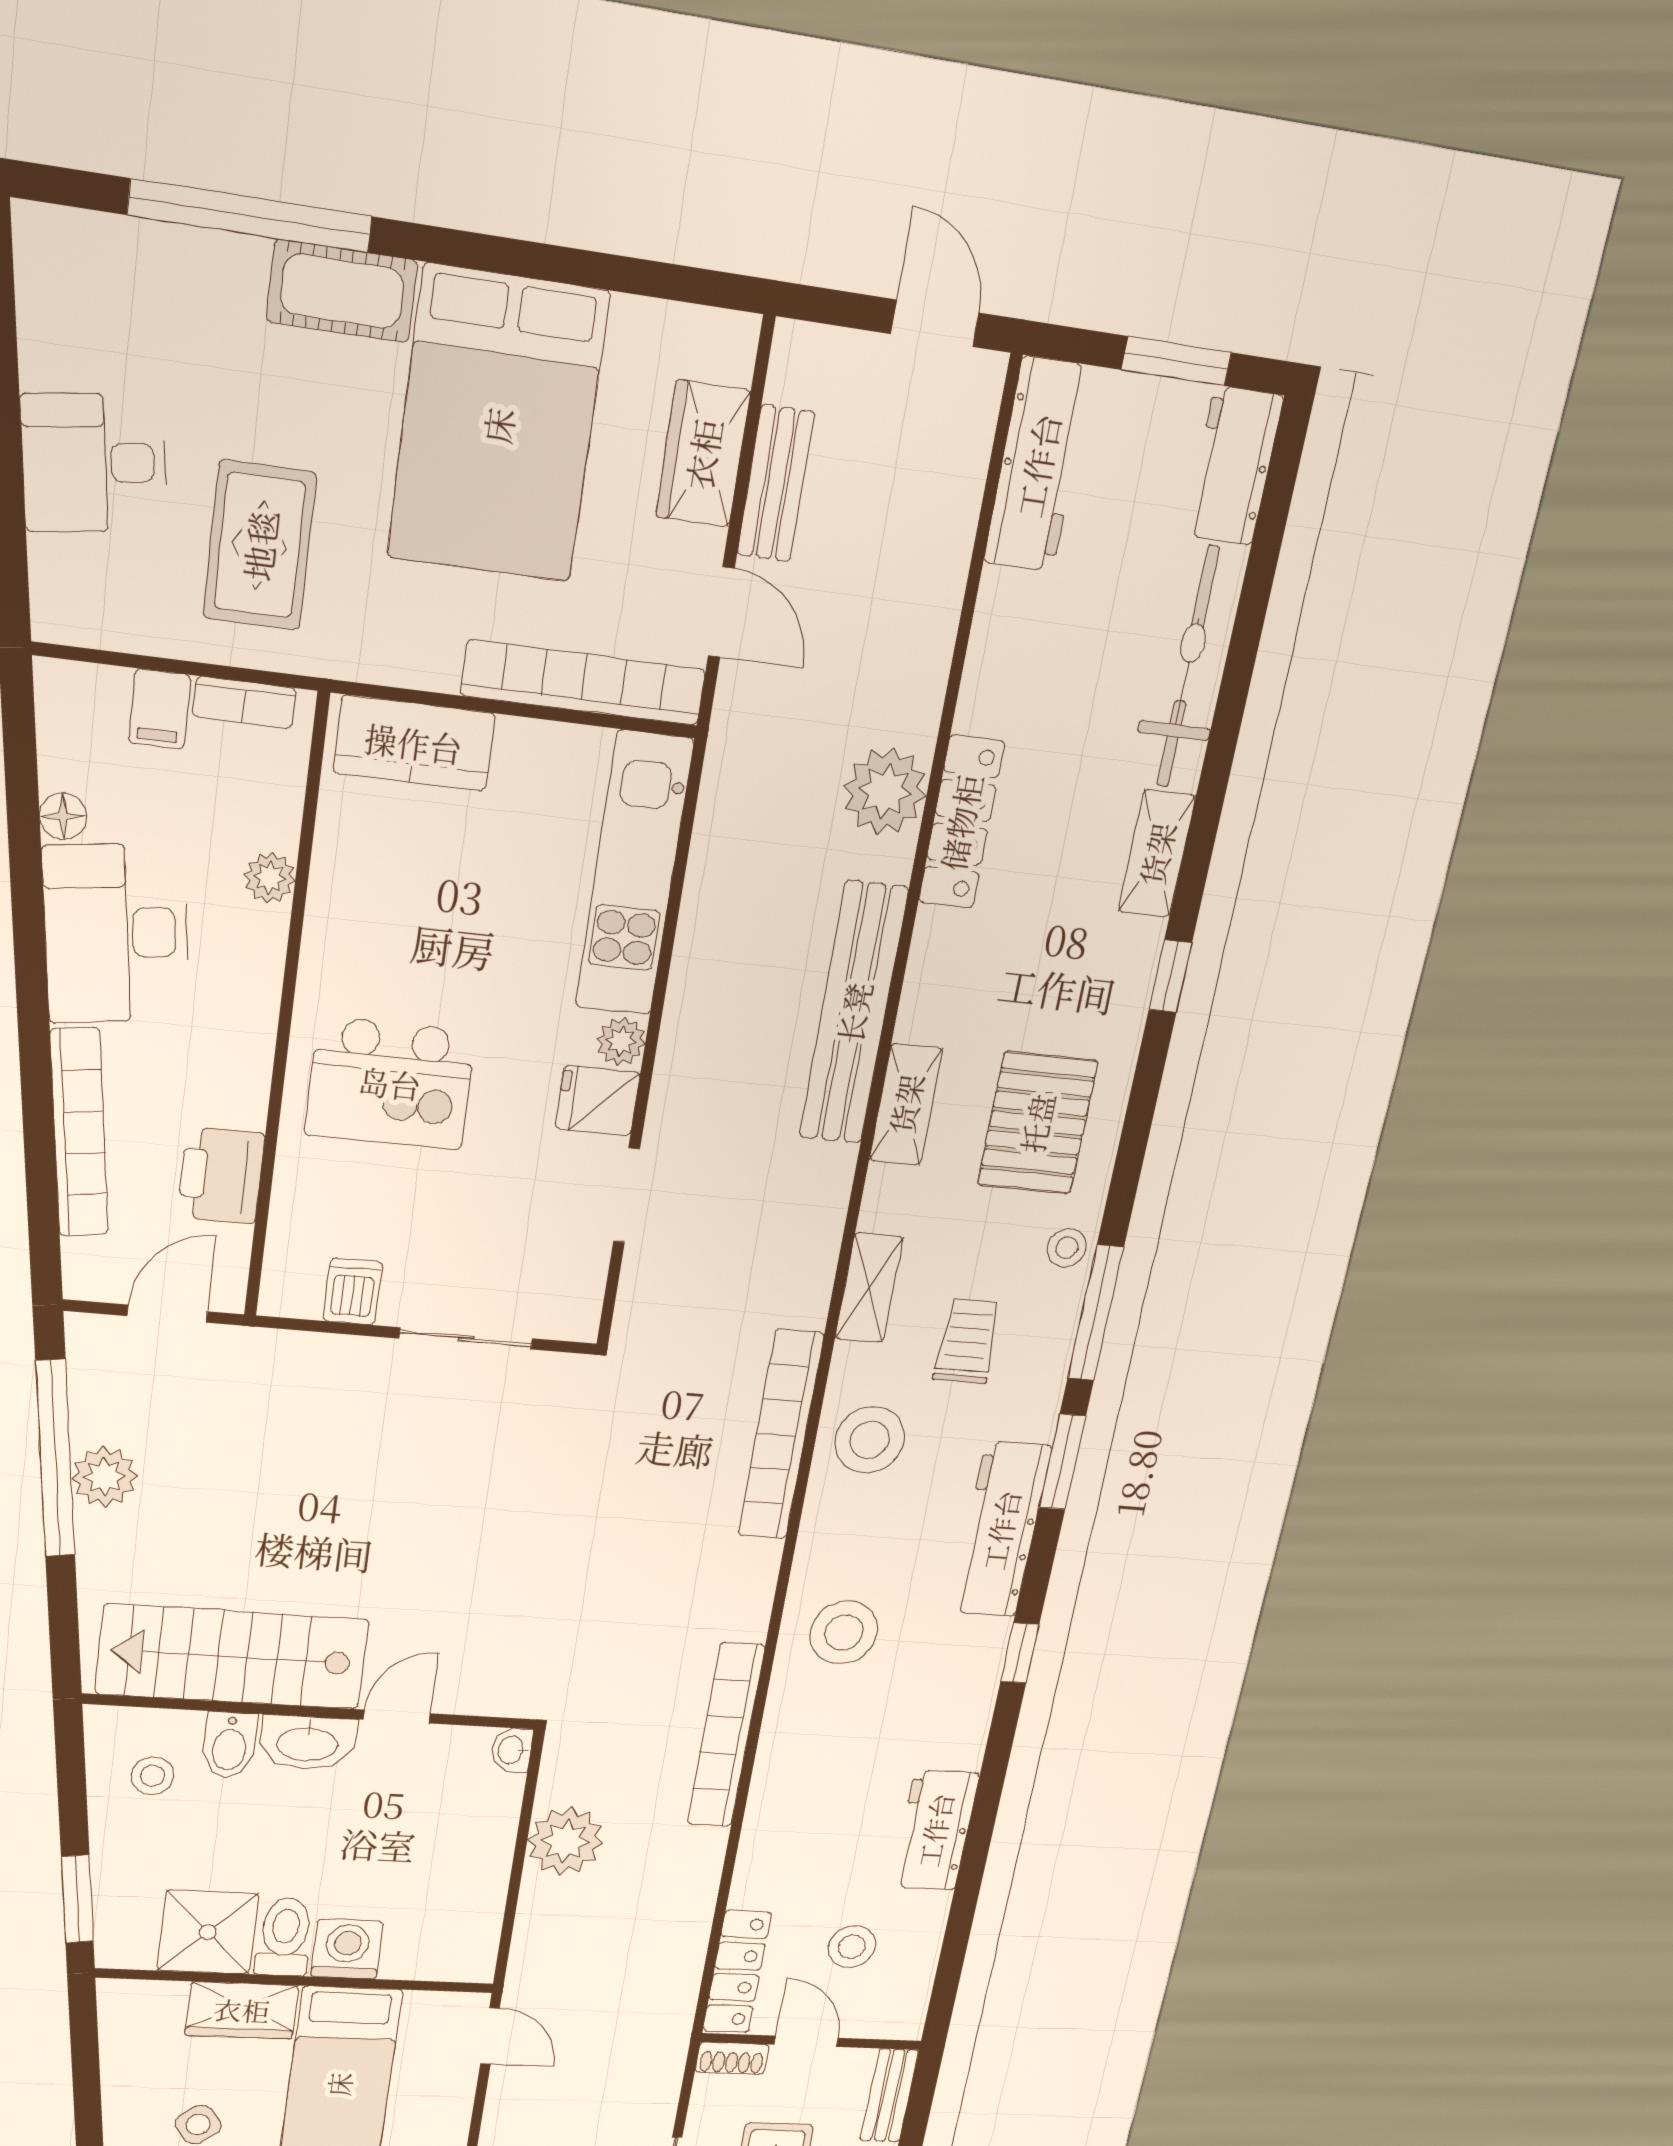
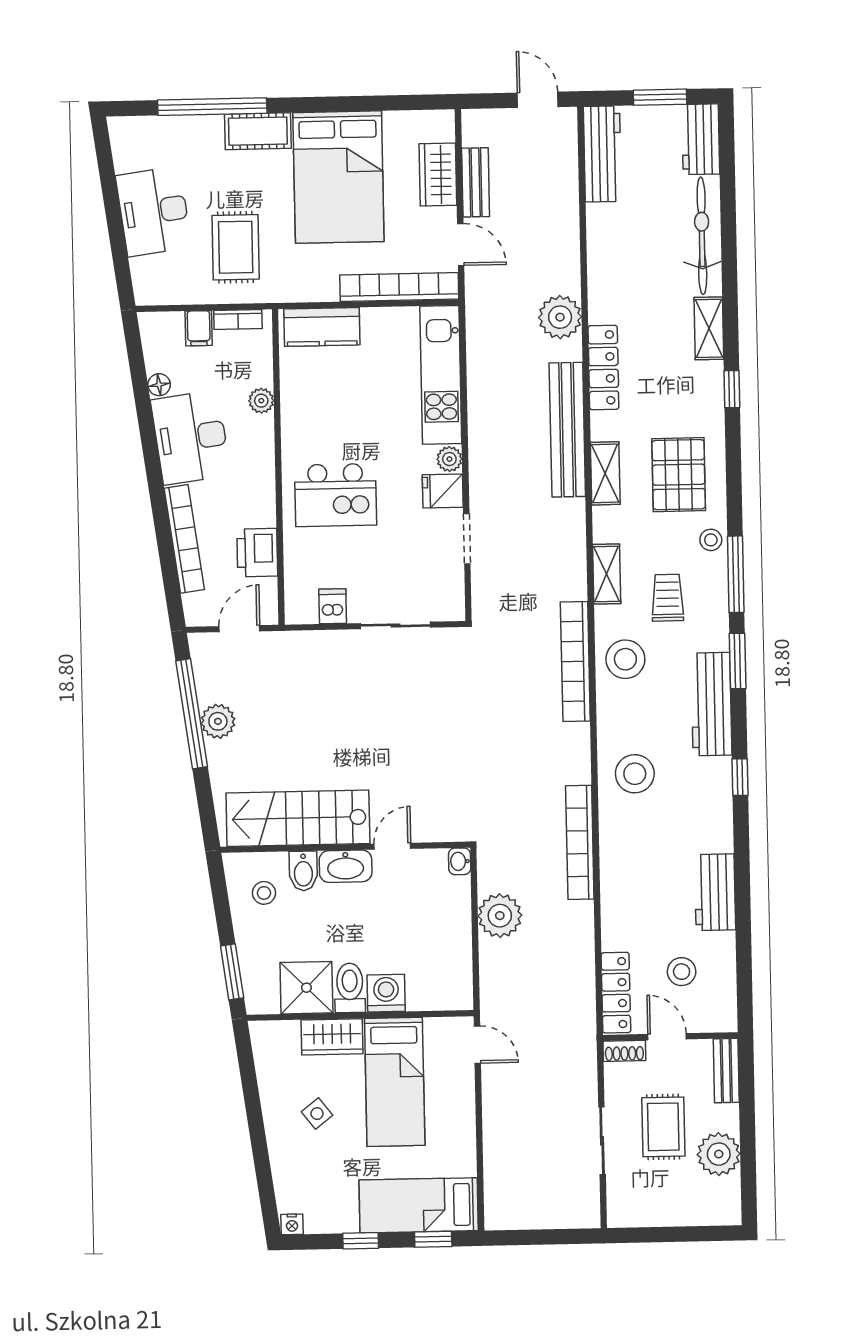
desk: (94, 463) -> (154, 211), width x1.37
locker: (961, 822) -> (603, 368), moved

